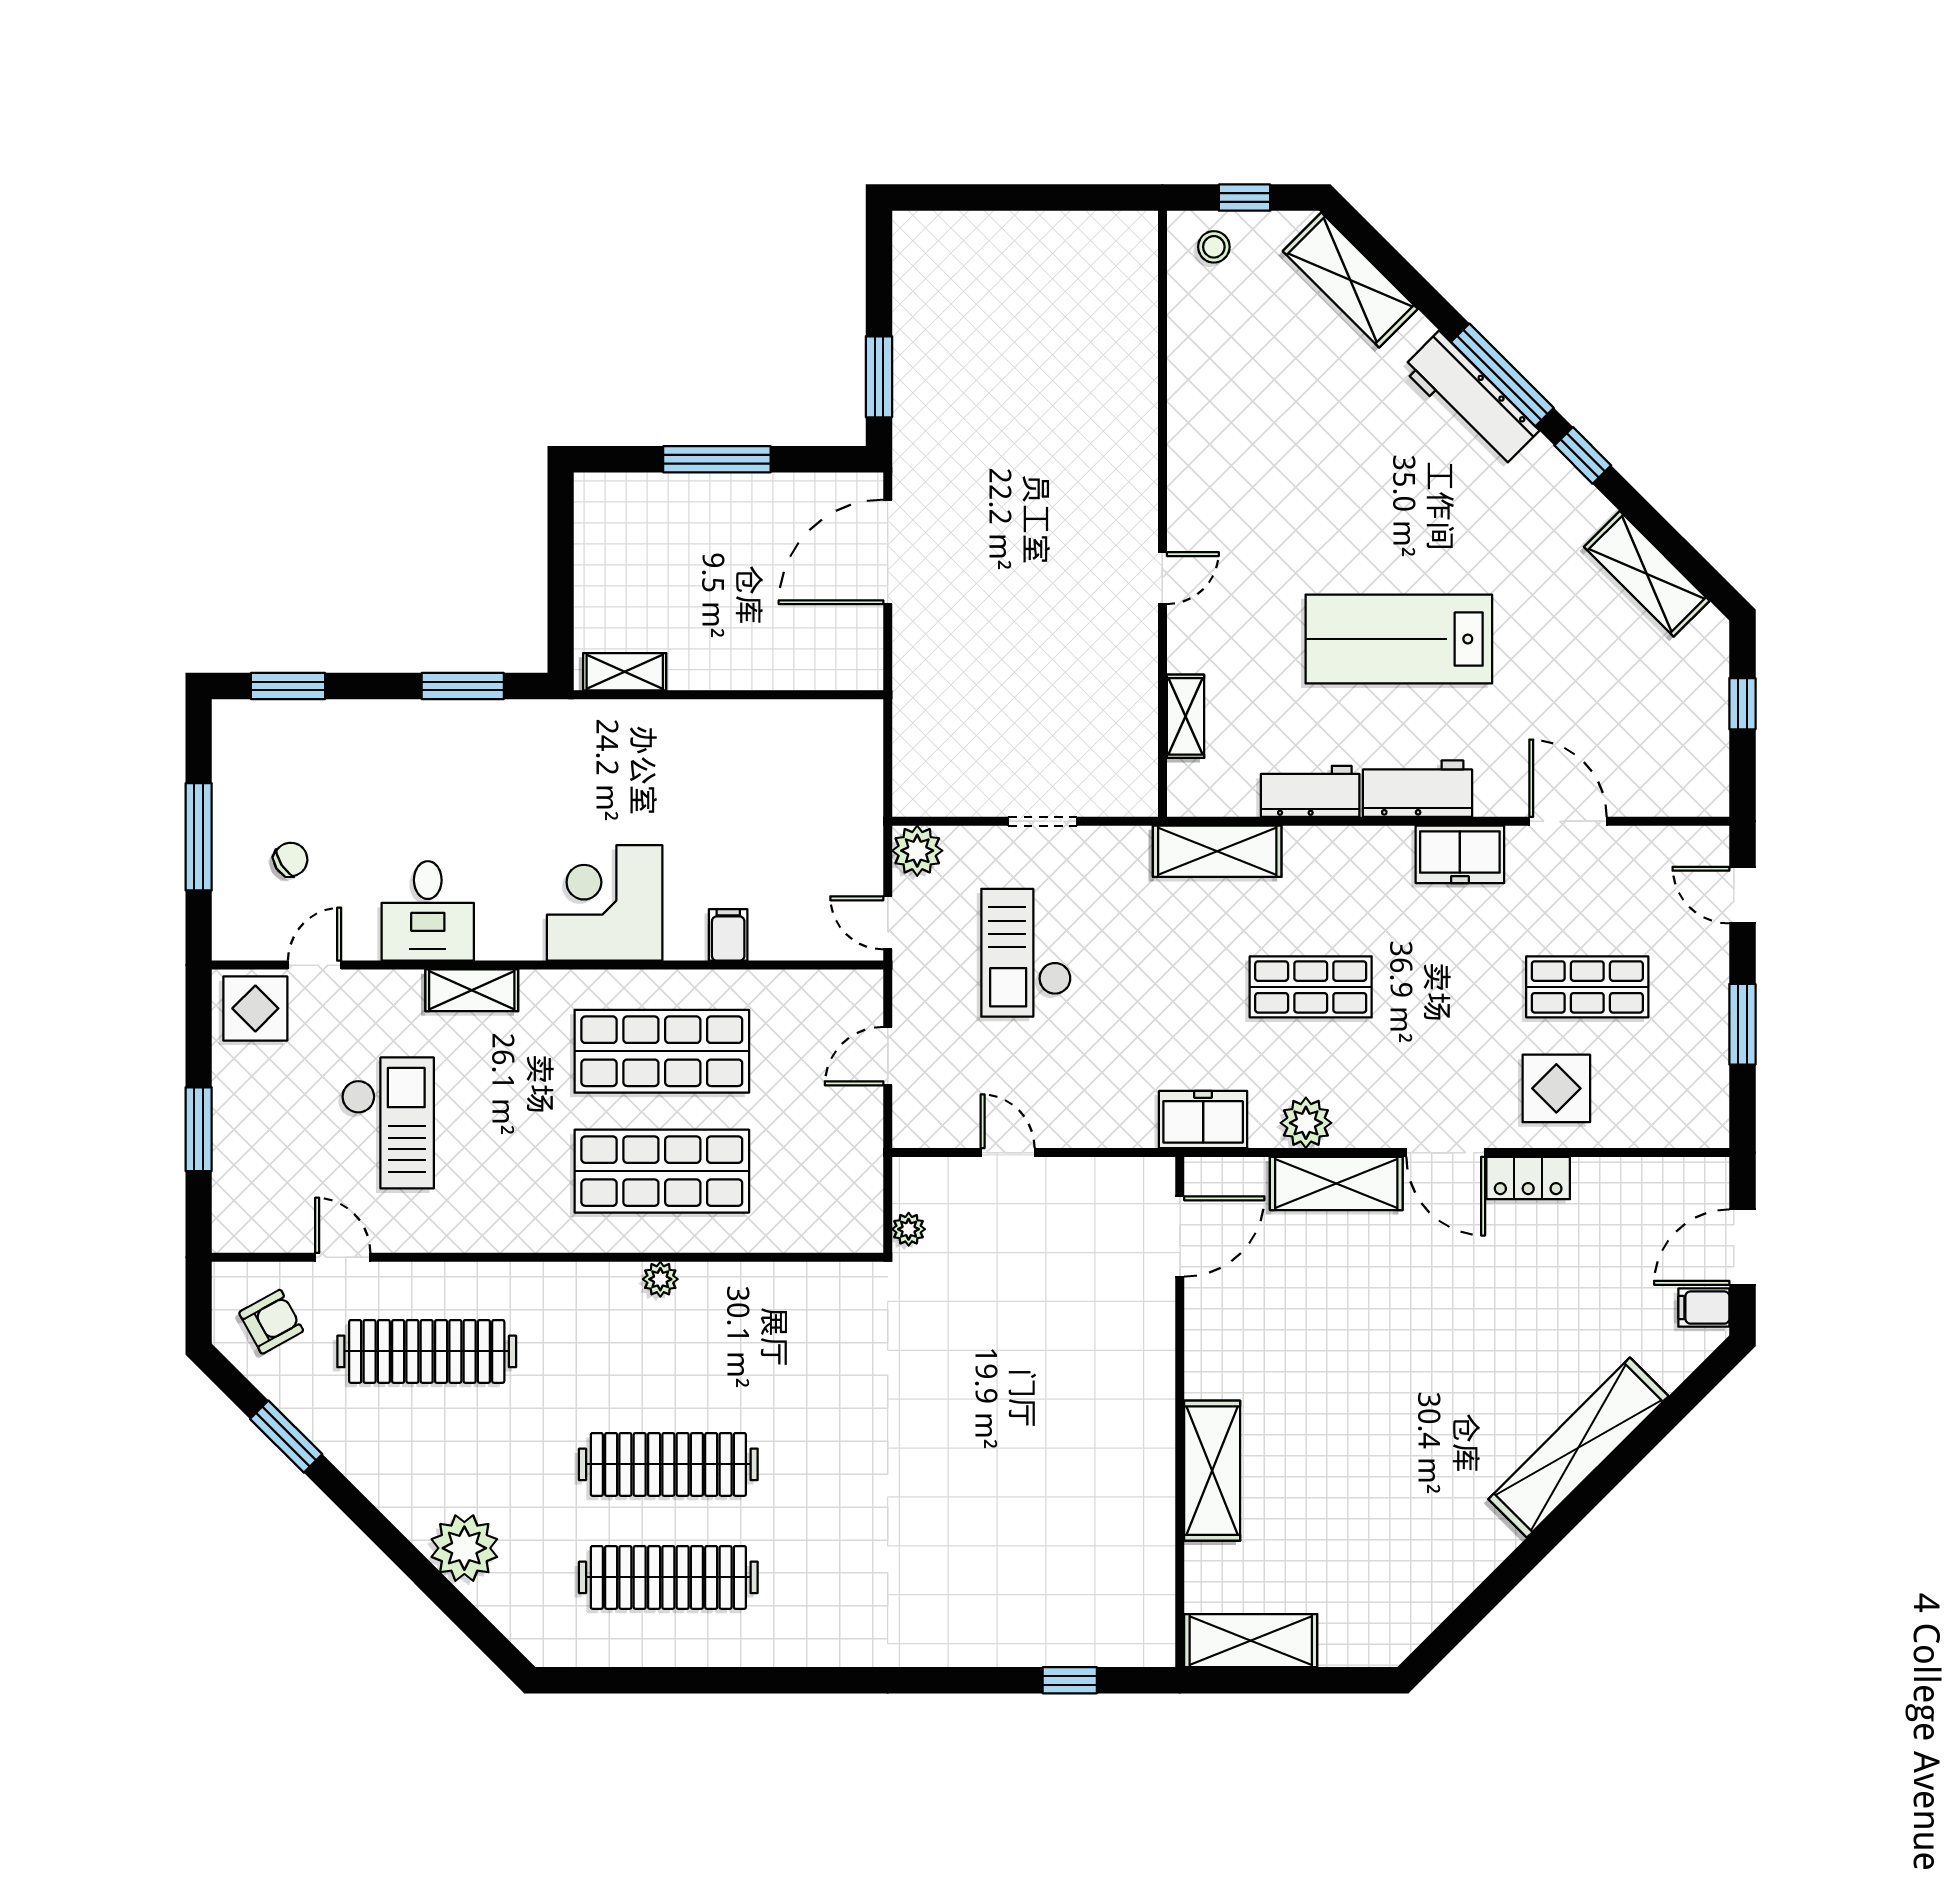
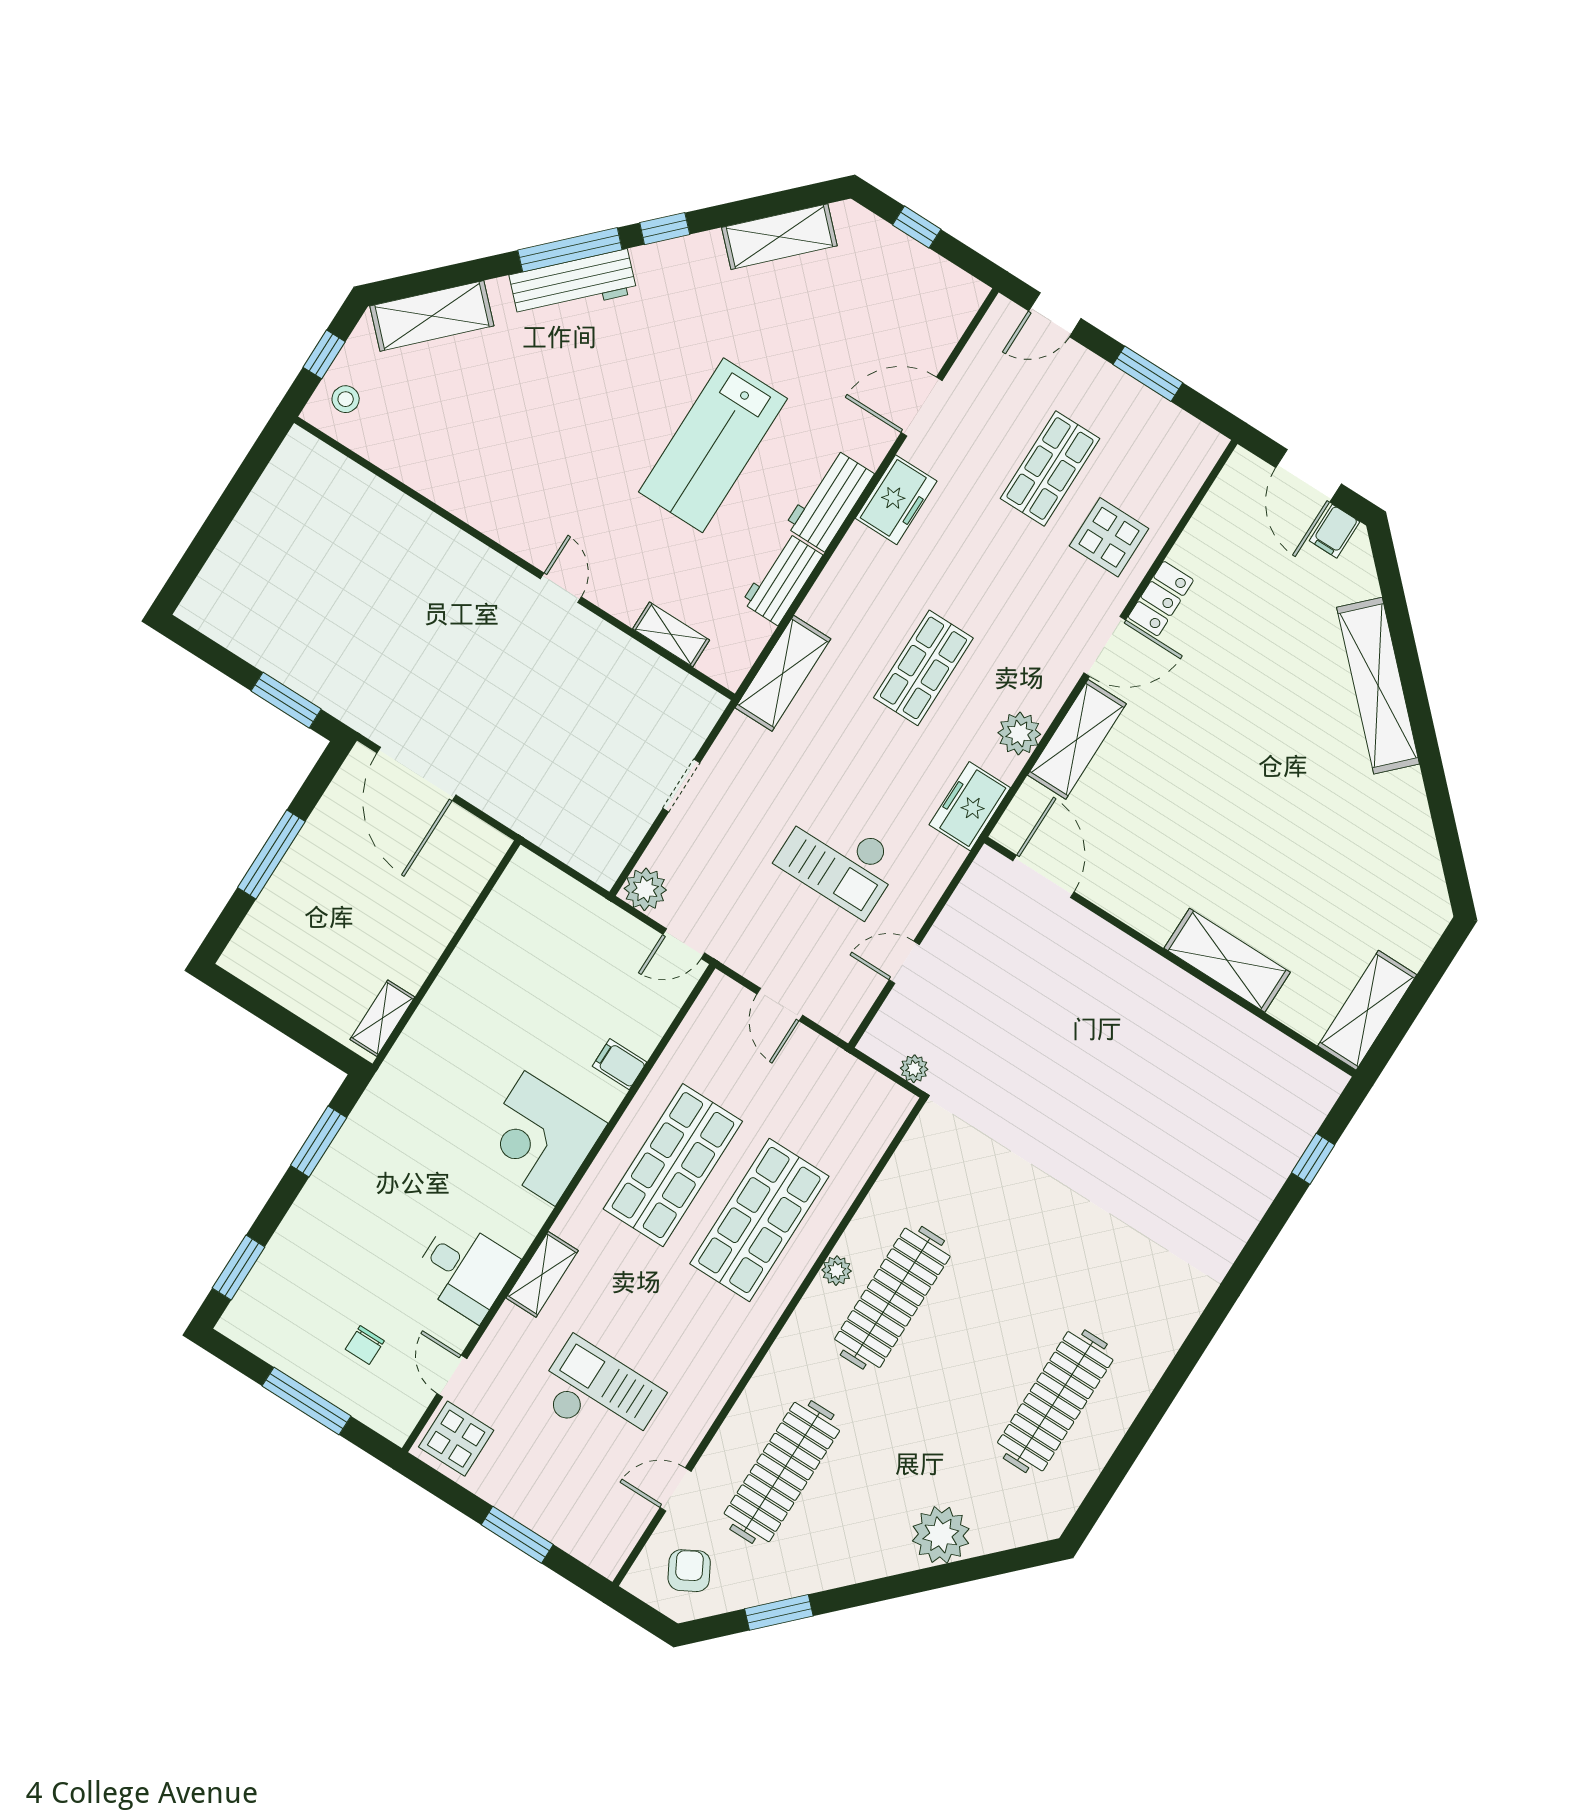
chair: (291, 859) -> (365, 1345), turned -147
checkout: (1026, 953) -> (839, 860), moved
clothes rail: (668, 1464) -> (892, 1298), moved

